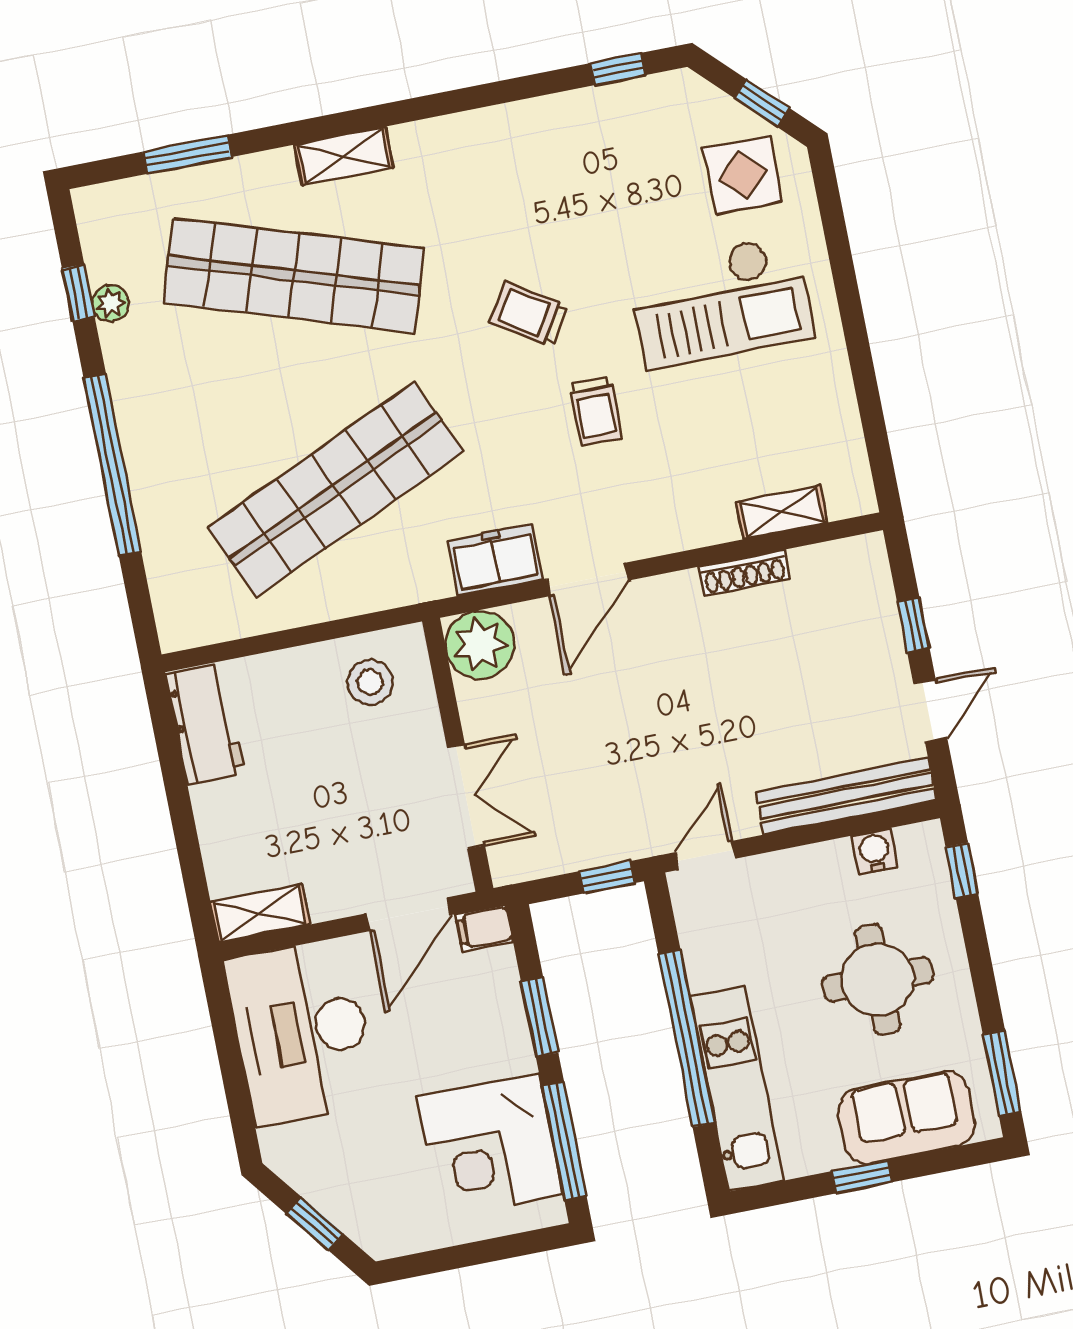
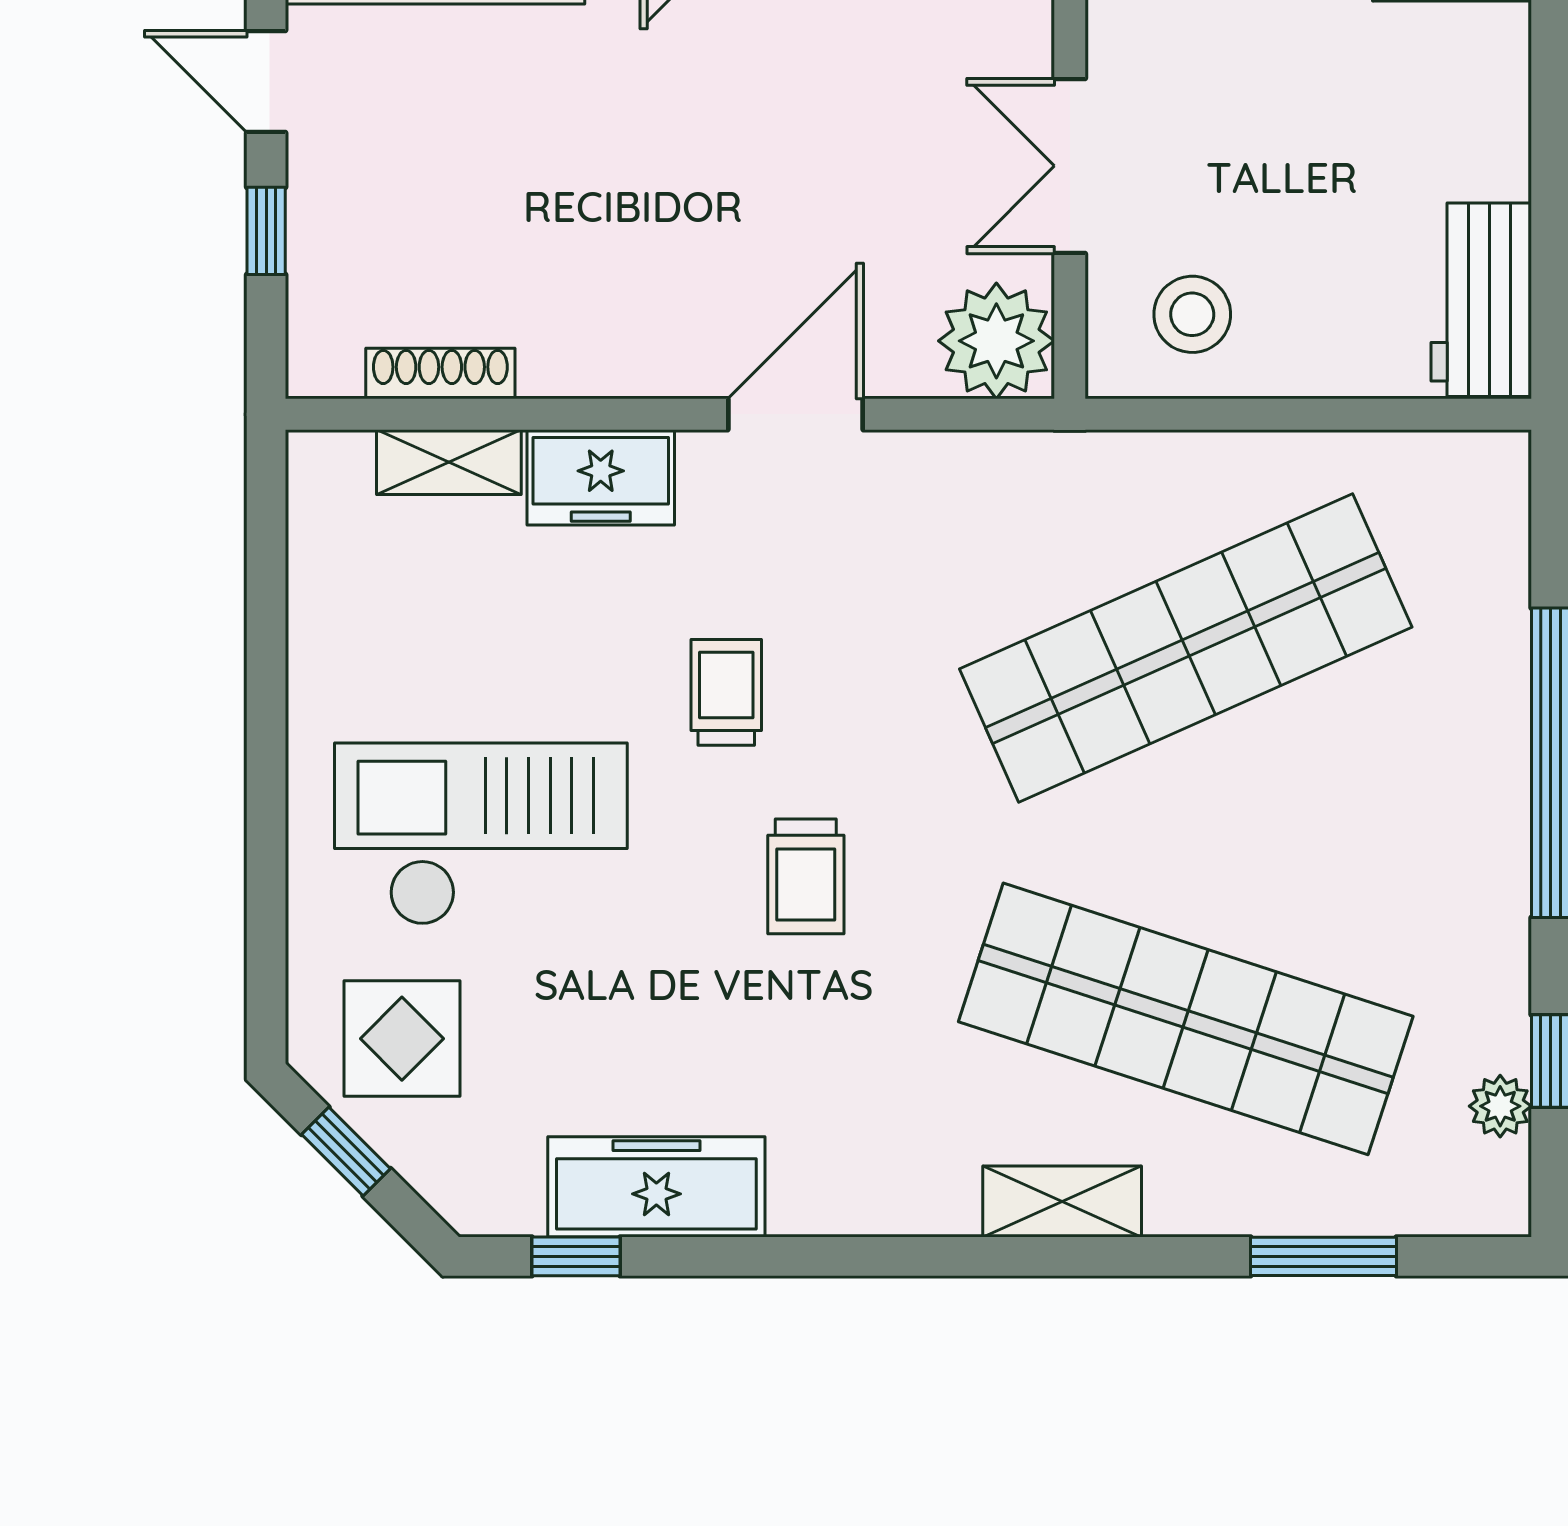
freezer: (579, 118) -> (656, 1187), added
plant: (111, 303) -> (1500, 1106), moved
trolley: (529, 314) -> (806, 876), turned 58
freezer: (495, 560) -> (601, 477), moved
shoe rack: (744, 573) -> (440, 374), moved
door: (930, 711) -> (266, 81), hinge flipped
double door: (466, 797) -> (1070, 166), moved

